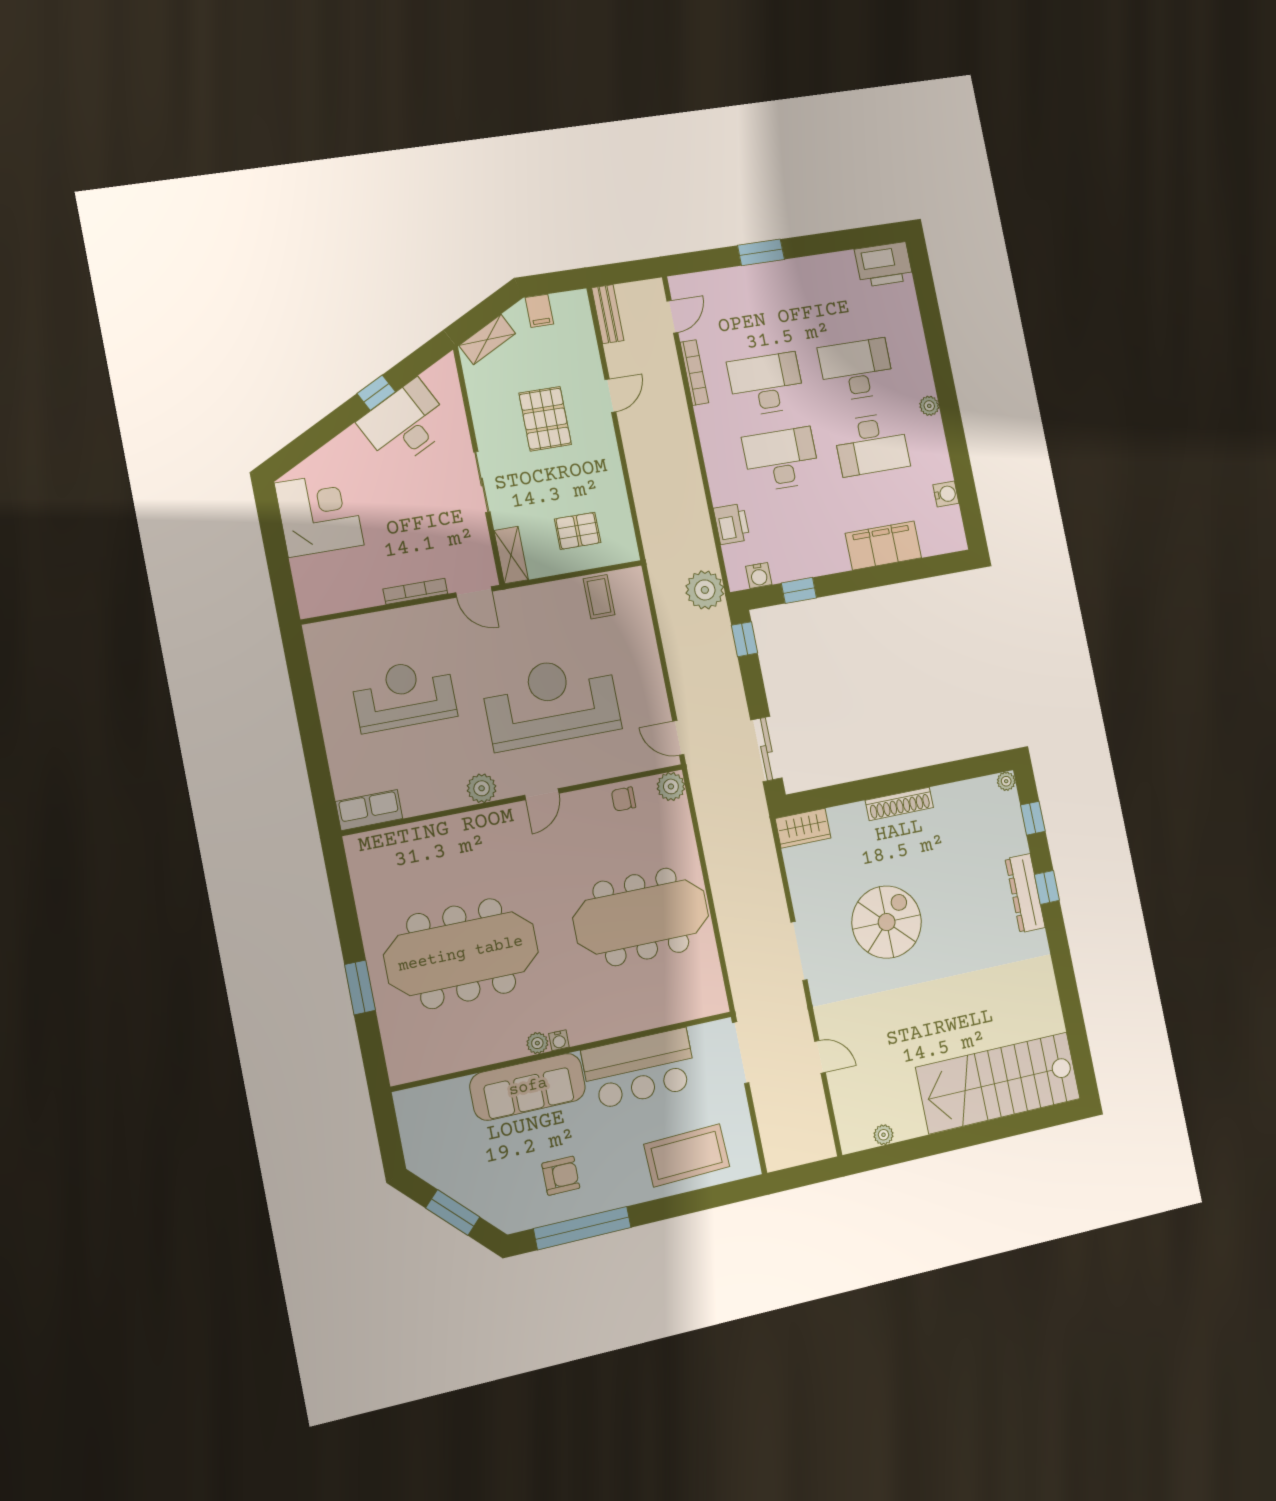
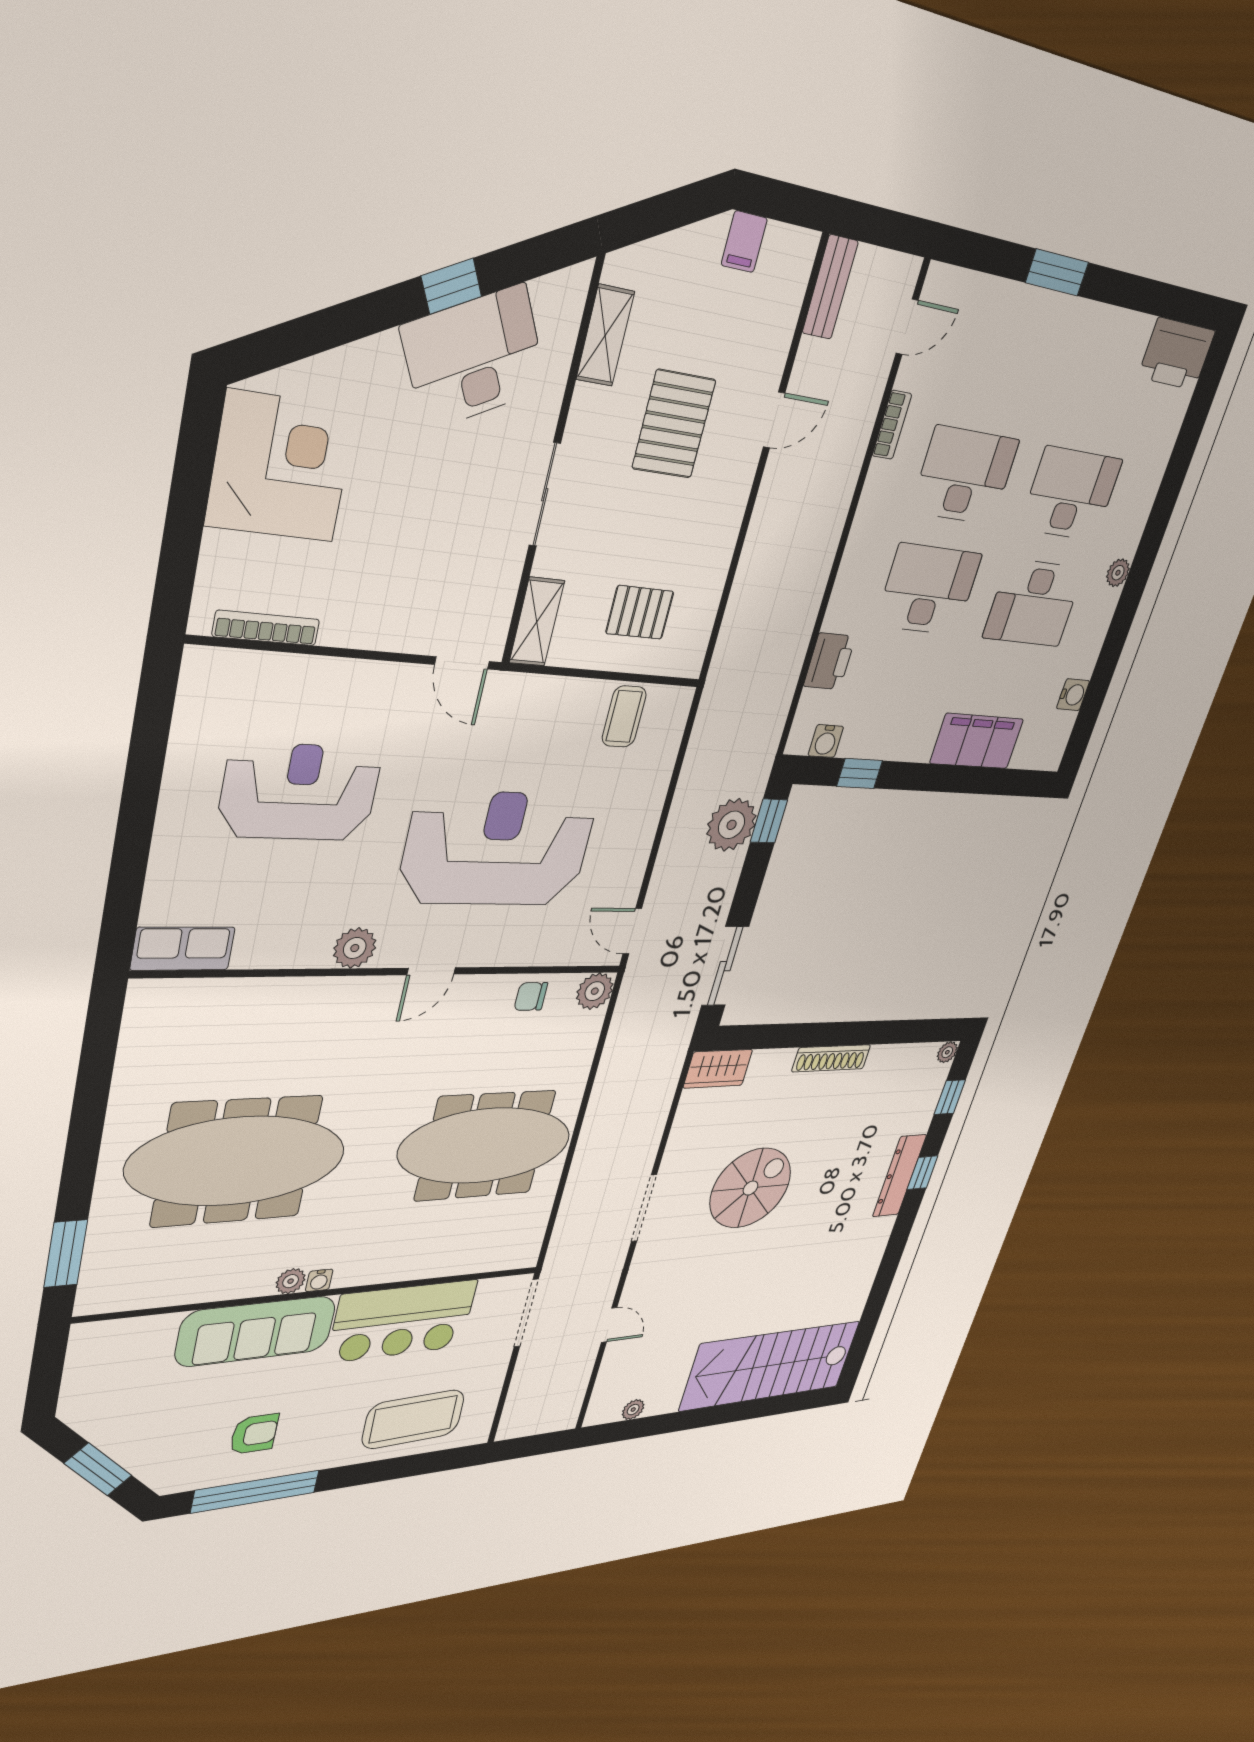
shelving: (487, 339) -> (605, 336), moved, turned -63
bookcase: (694, 373) -> (892, 425), width x0.64
plant: (705, 590) -> (732, 825), moved
bookcase: (415, 591) -> (266, 628), moved
window: (360, 987) -> (66, 1254), moved

